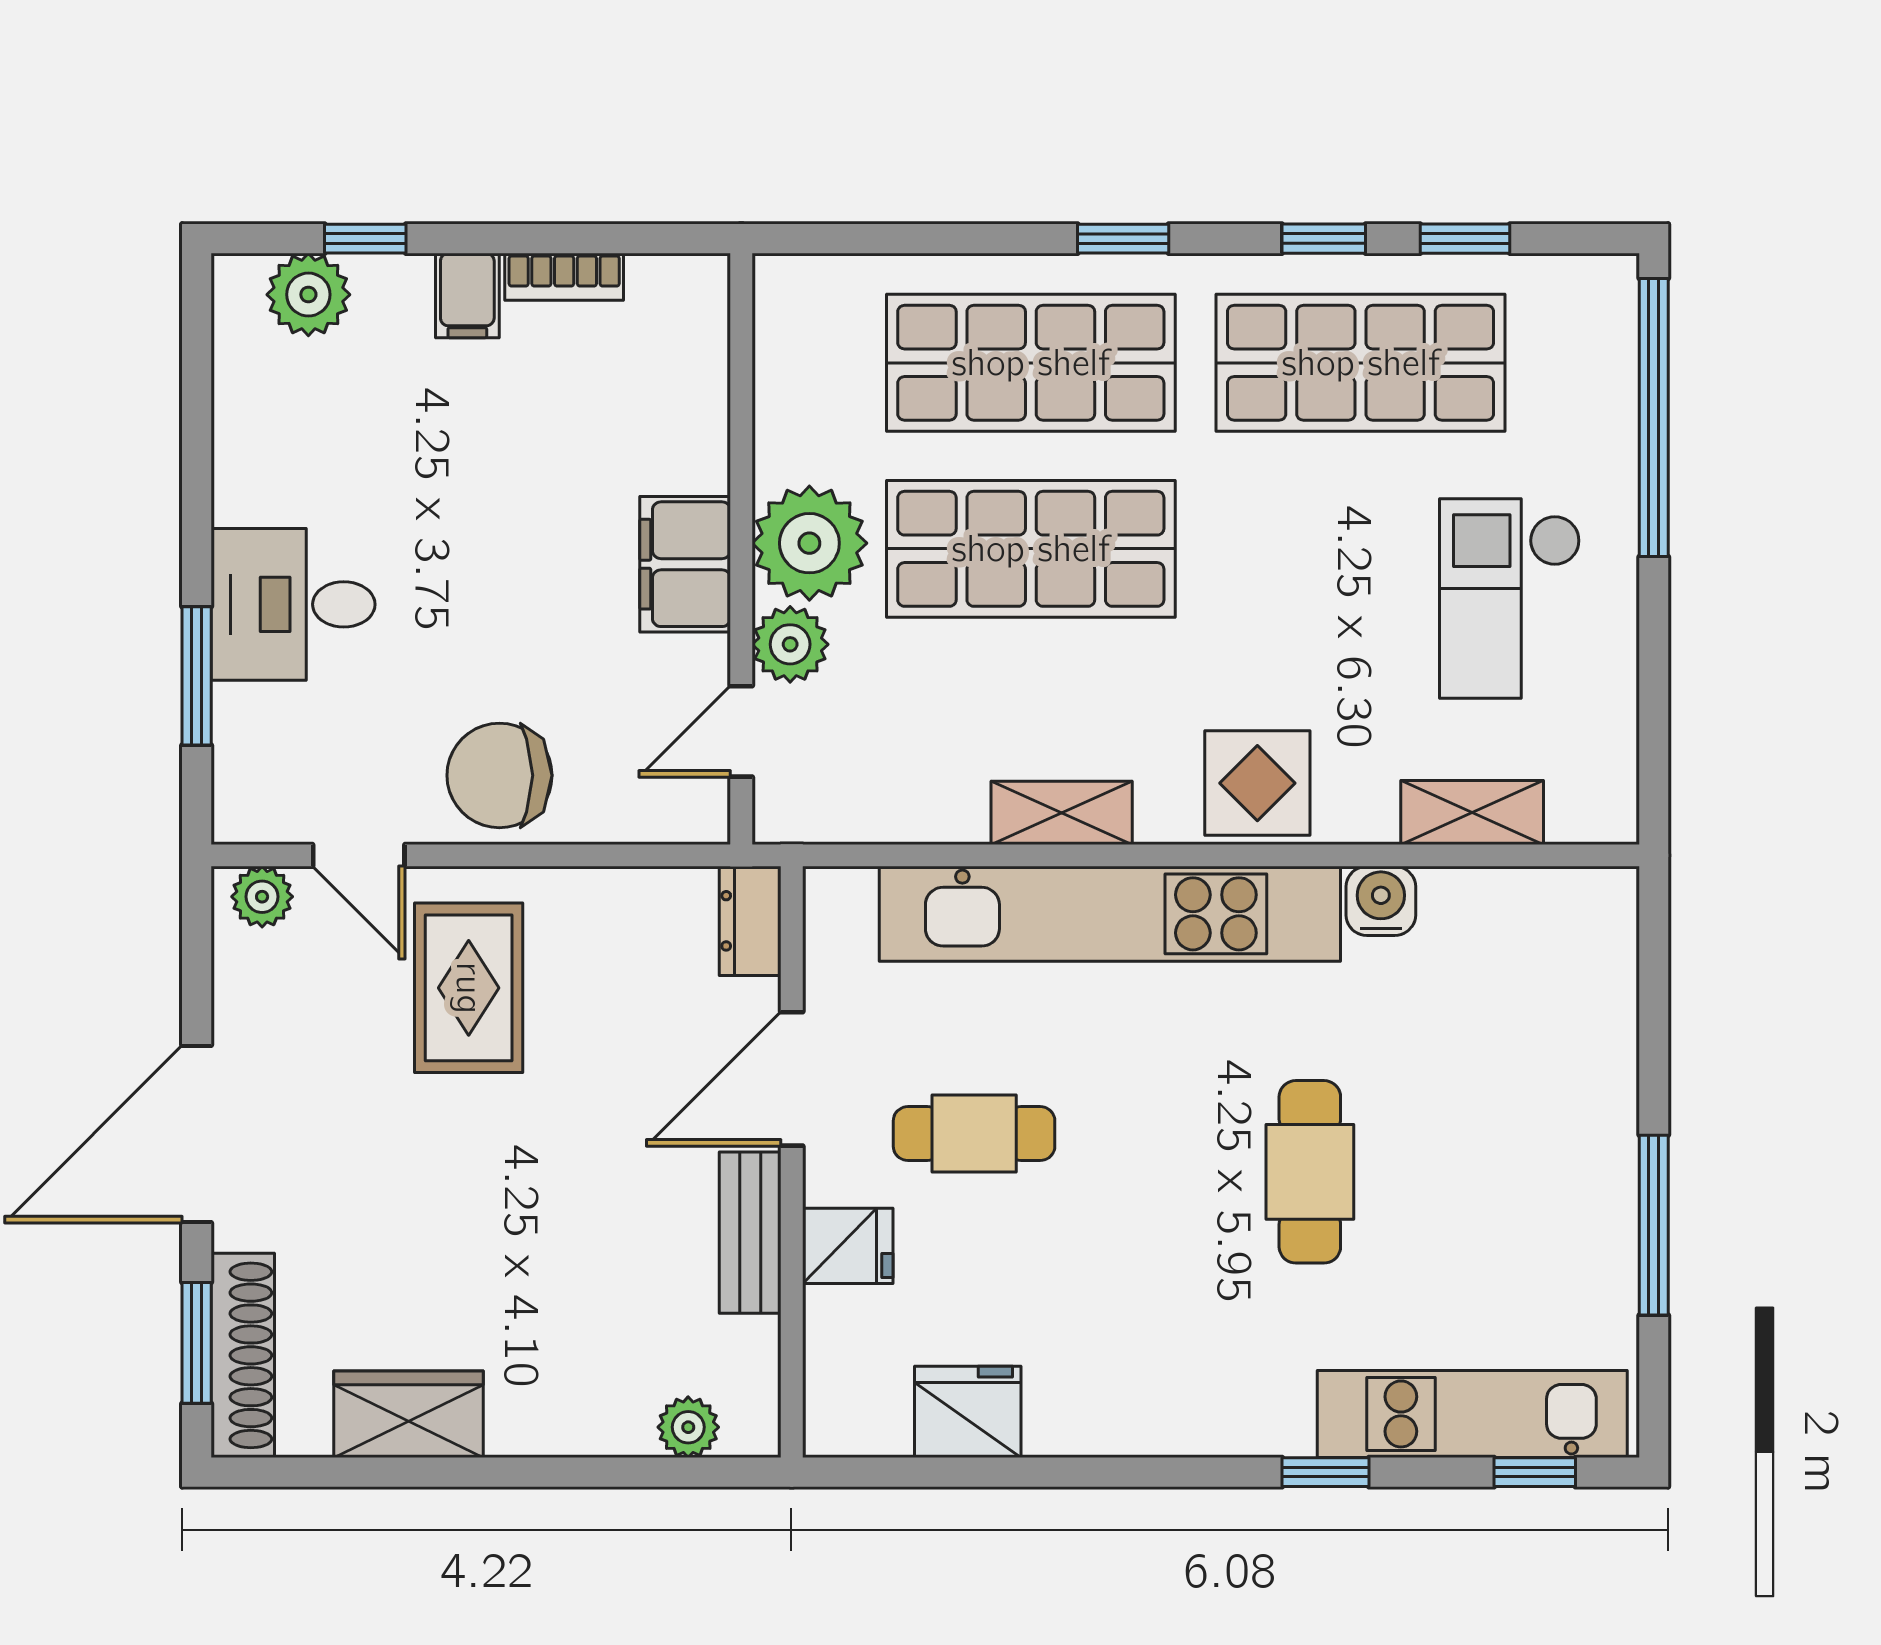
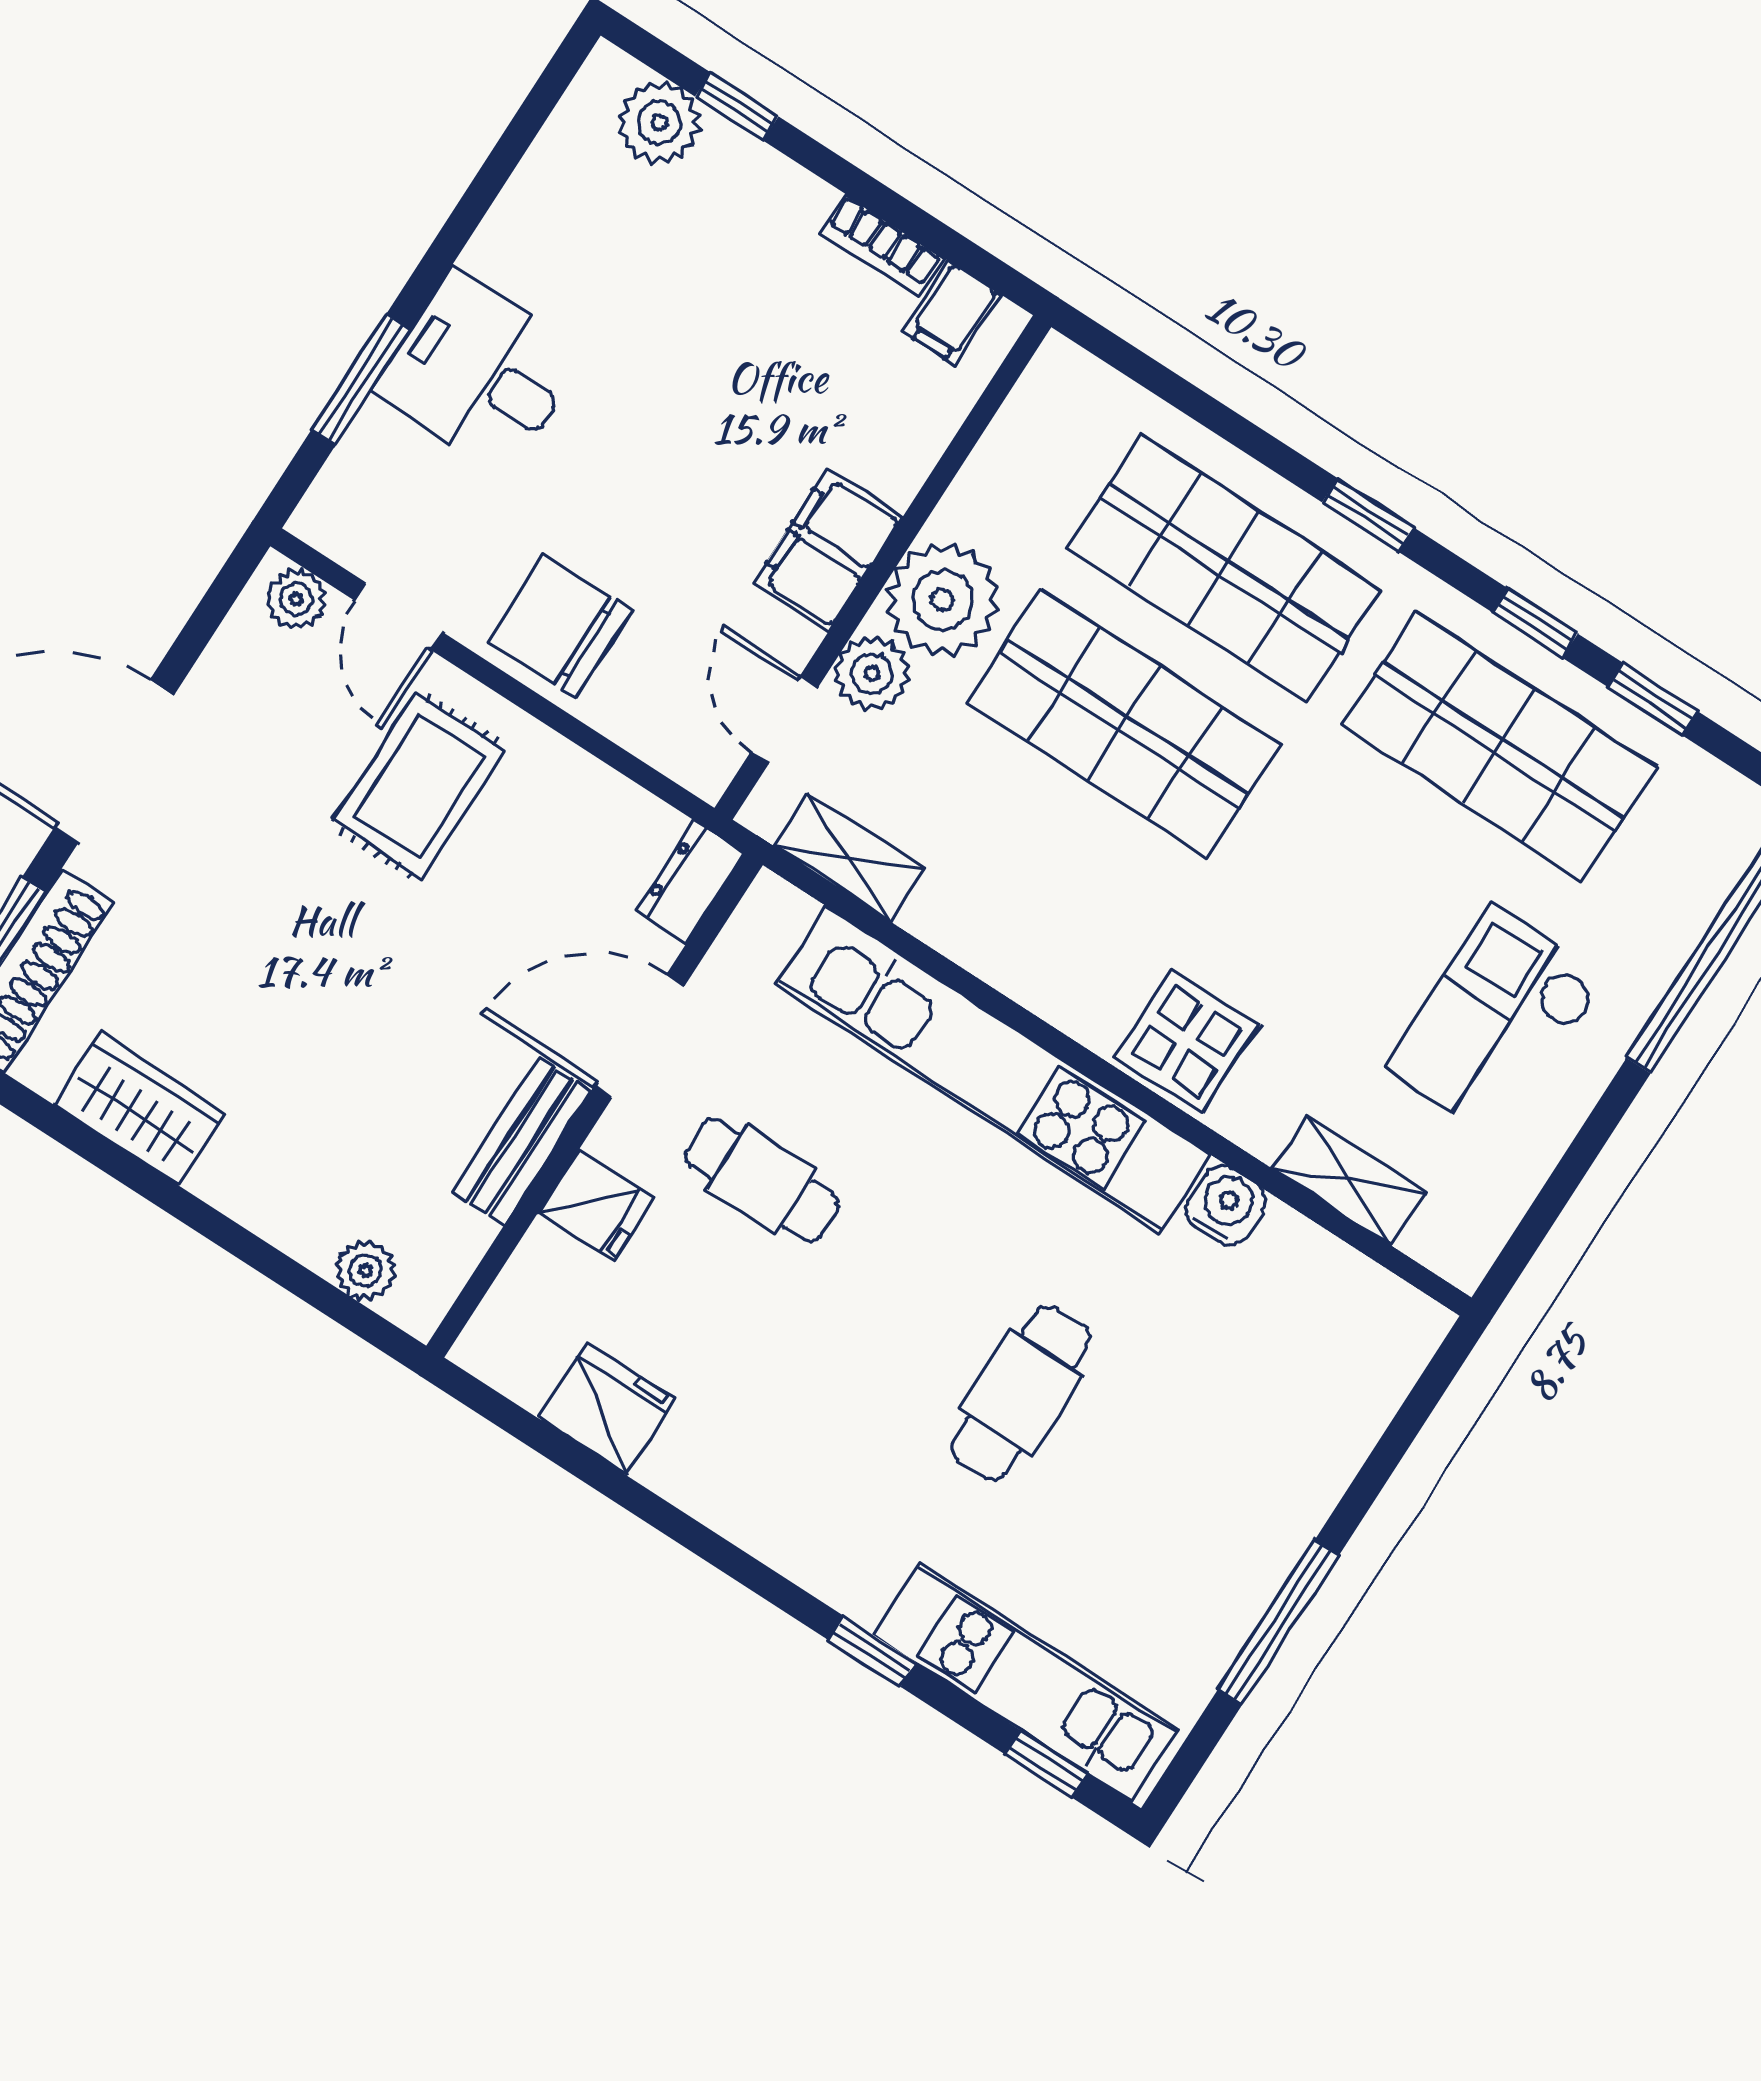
filing cabinet: (467, 295) -> (952, 313), moved
door: (741, 731) -> (784, 720), hinge flipped
shelving: (1062, 813) -> (849, 857), moved

